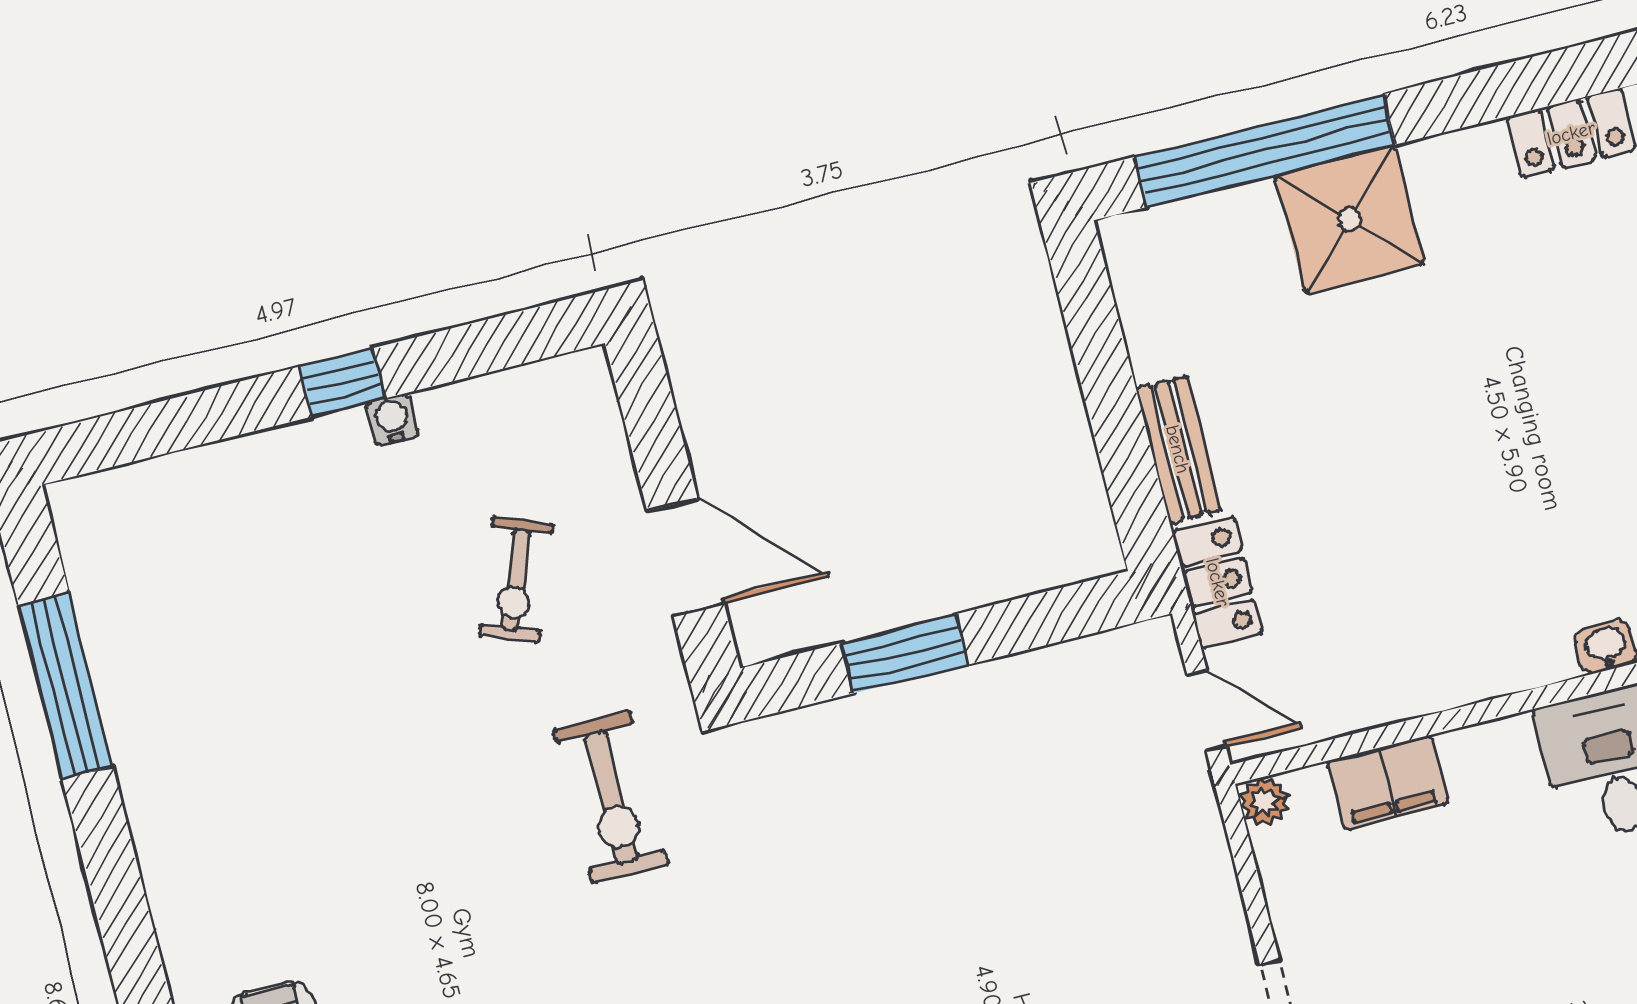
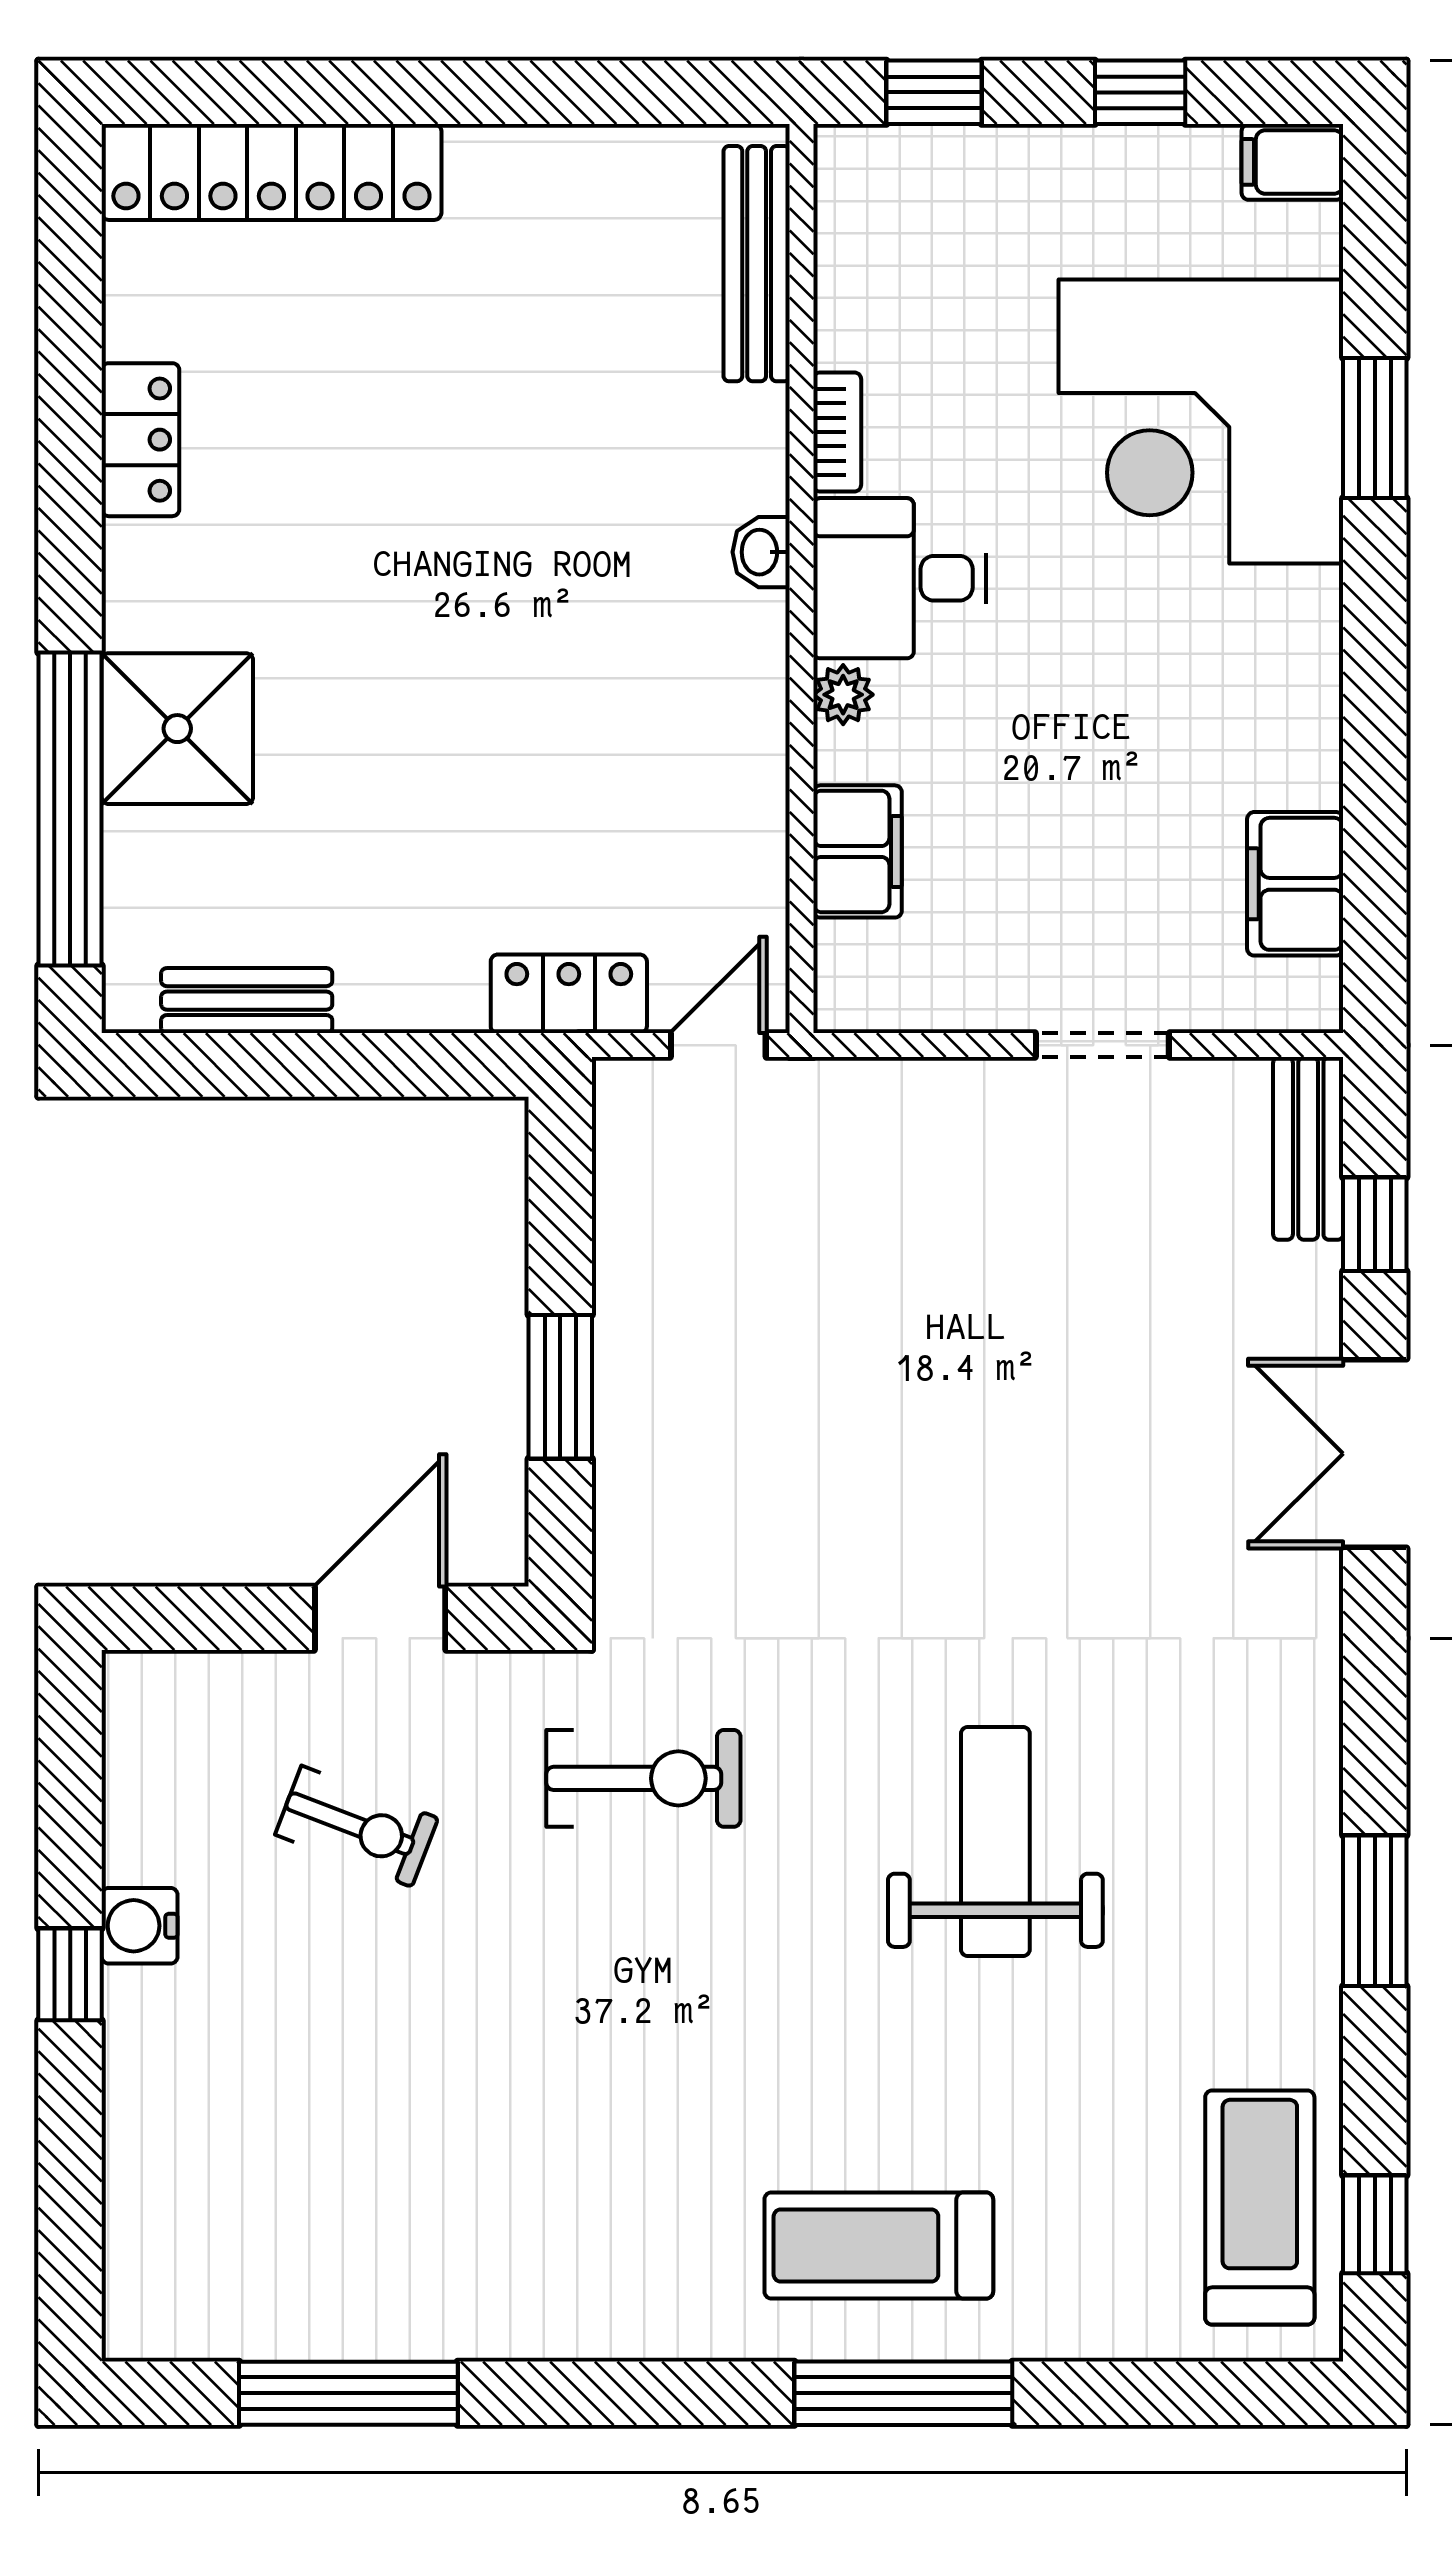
water cooler: (392, 420) -> (140, 1926), width x1.38, depth x1.38
bench: (1178, 449) -> (247, 1001), moved
plant: (1264, 801) -> (843, 695), moved

